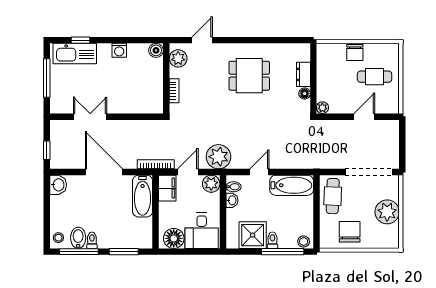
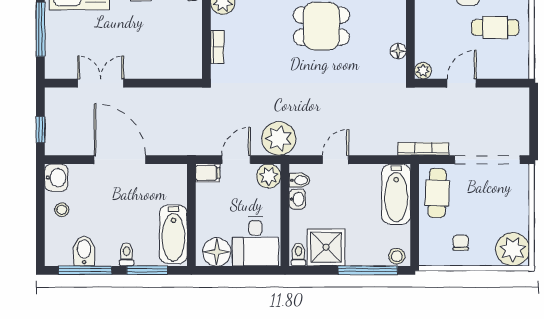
dresser: (303, 74) -> (397, 24), removed
door: (364, 117) -> (462, 83), moved
bookcase: (156, 164) -> (423, 149), moved
bathtub: (292, 185) -> (396, 194), moved, turned 90
filing cabinet: (167, 188) -> (208, 173), width x0.50
bathtub: (143, 196) -> (173, 234), moved
plant: (387, 212) -> (513, 249), moved
chair: (350, 232) -> (461, 243), width x0.54, depth x0.54
stool: (58, 238) -> (62, 210), moved
toilet: (92, 240) -> (127, 254), moved
toilet: (272, 240) -> (298, 254), moved

